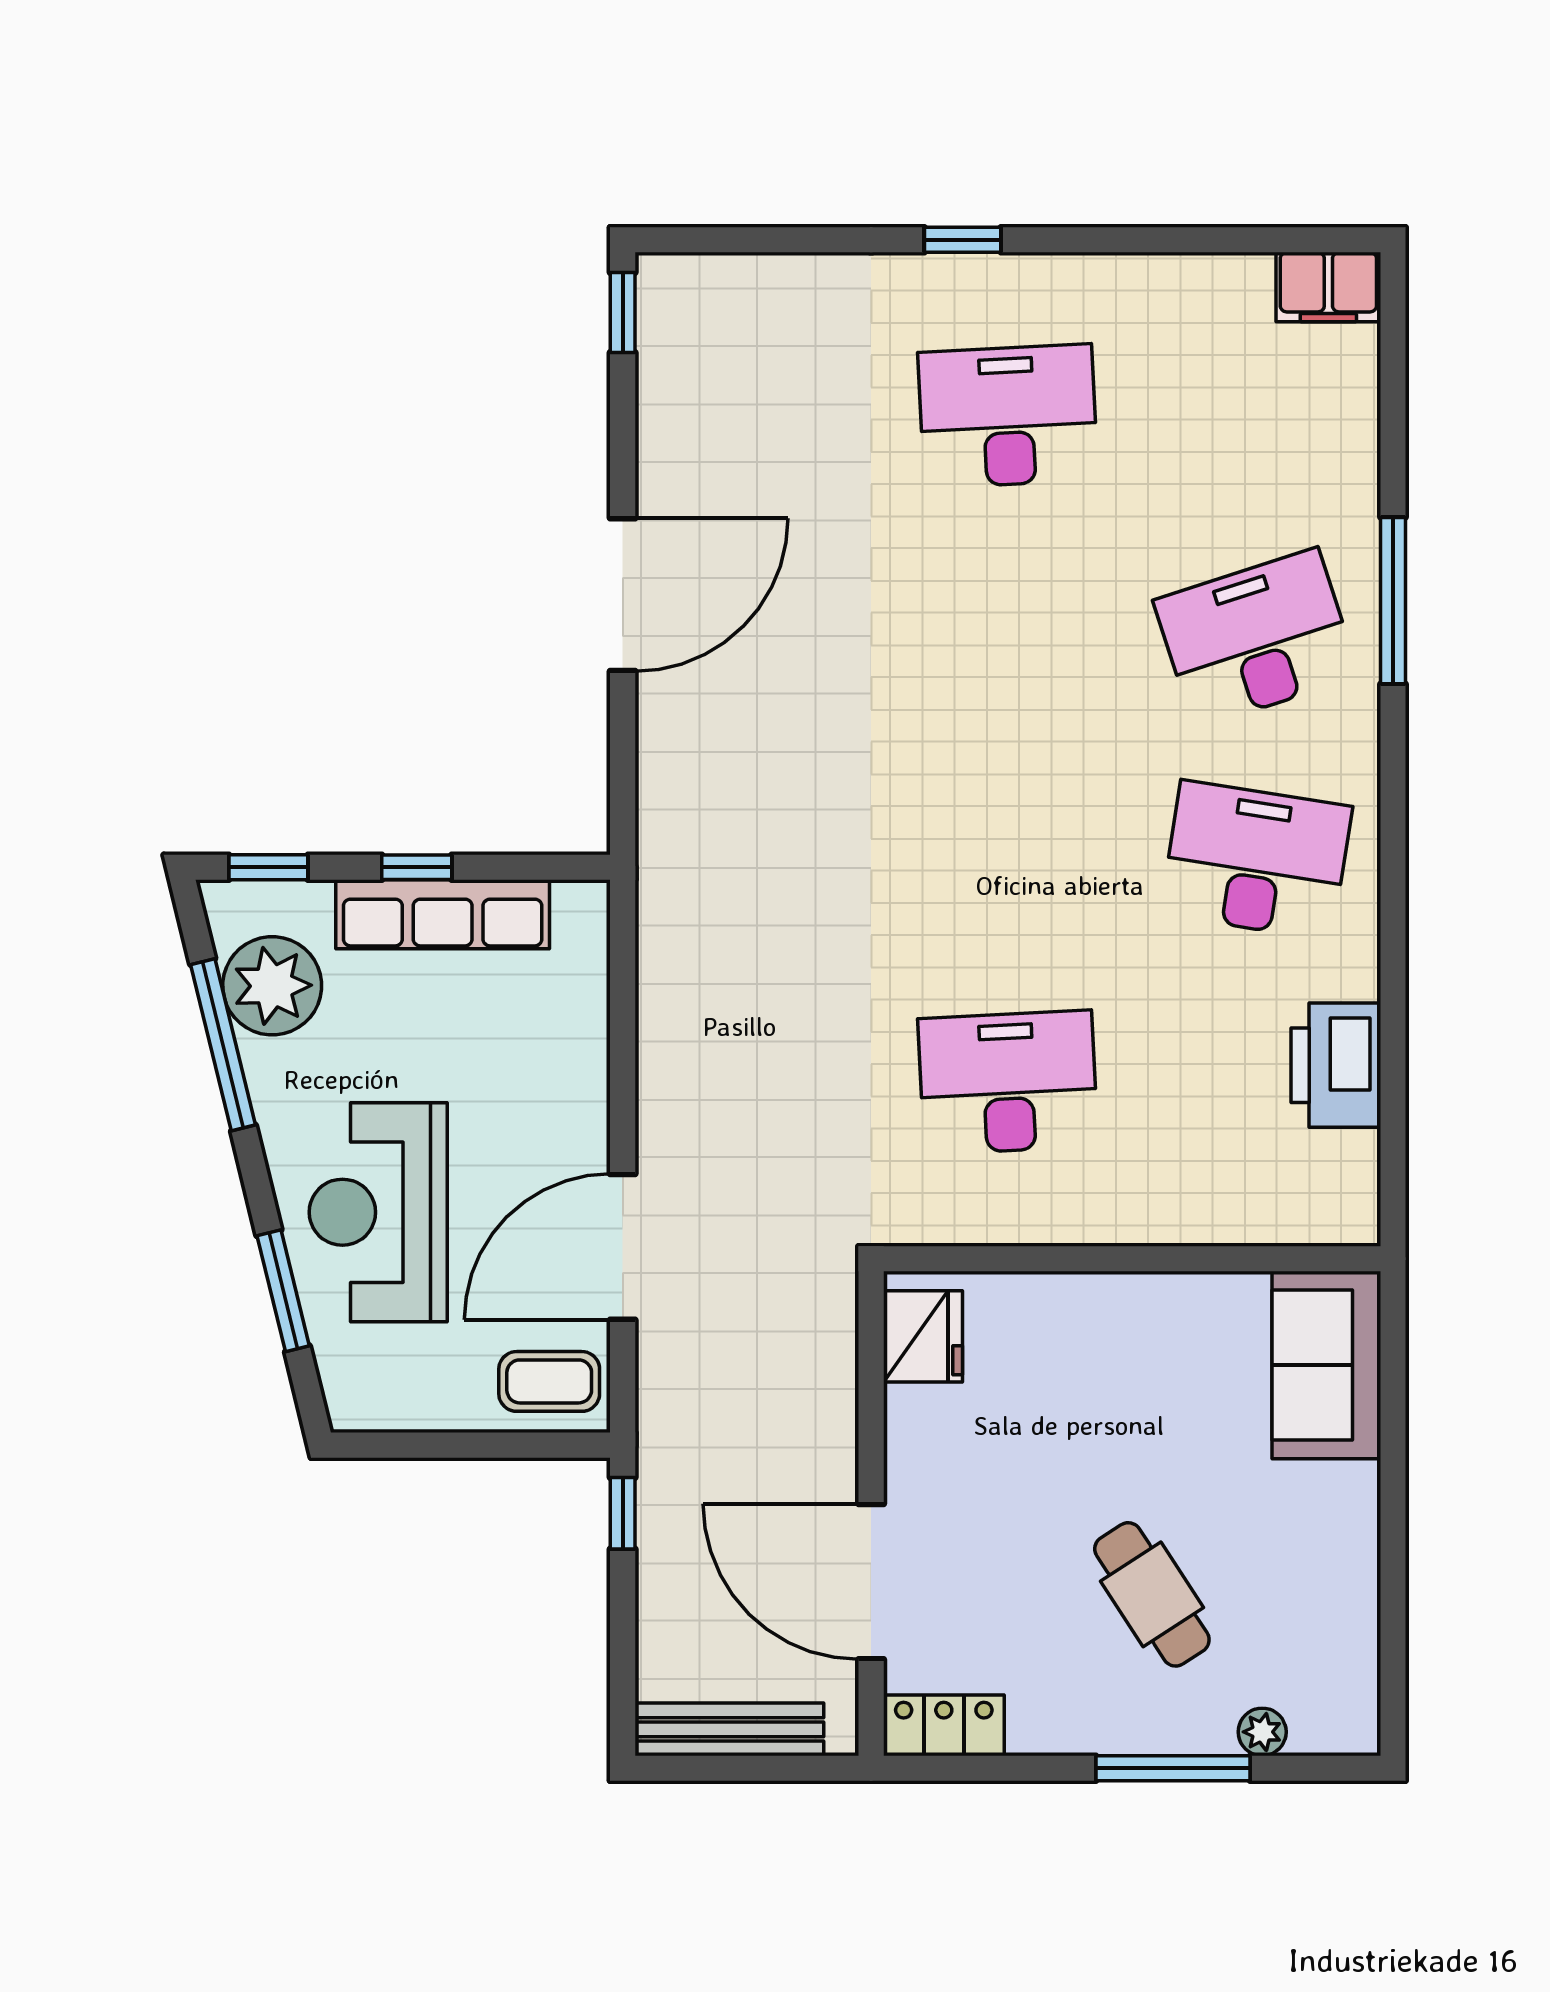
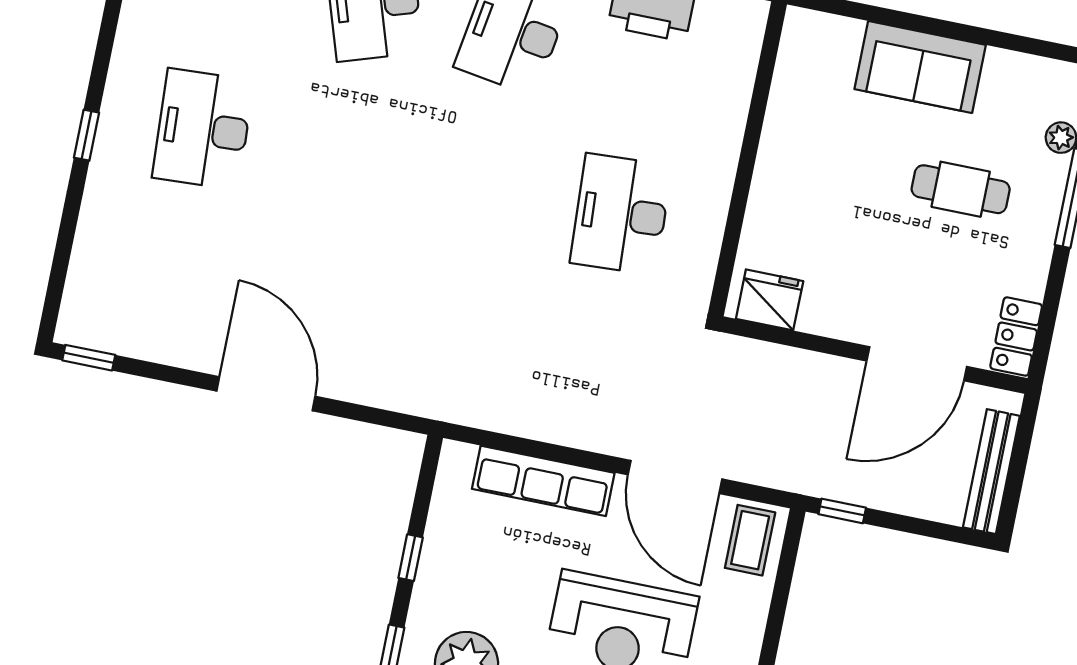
row of seats: (443, 914) -> (543, 481), moved, turned 90
sofa: (1326, 1365) -> (920, 67), moved
cafe table: (1152, 1594) -> (961, 189), turned 33

